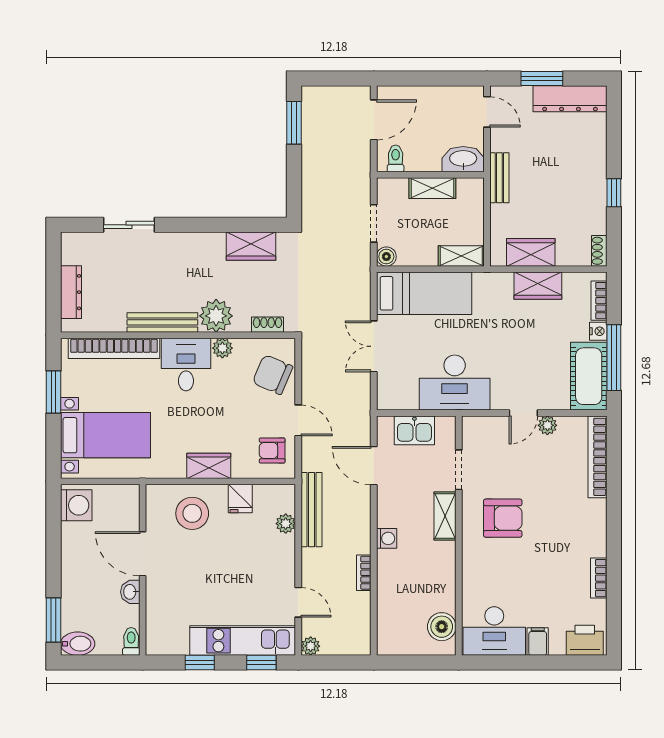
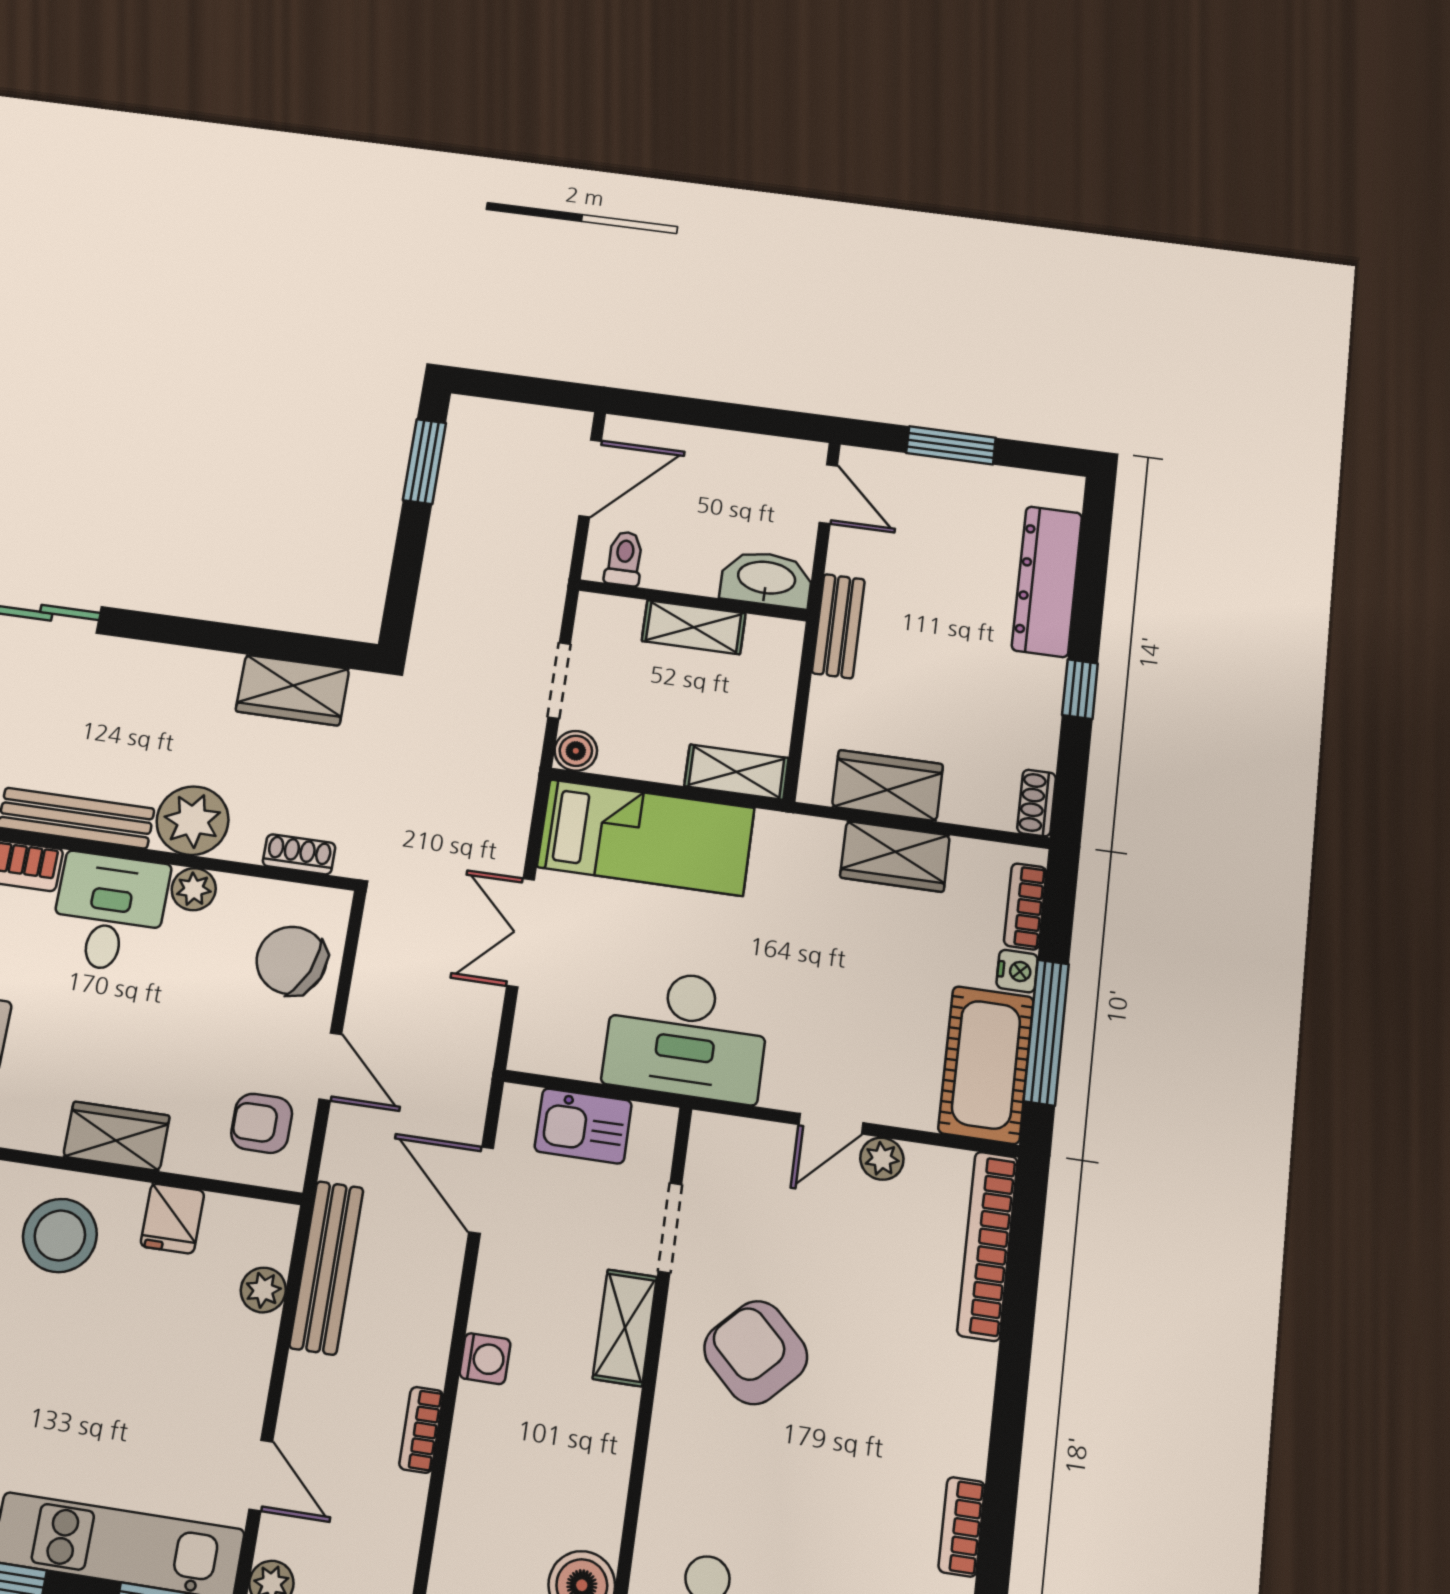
dresser: (570, 99) -> (1047, 581), moved, turned 90
armchair: (503, 518) -> (756, 1353), turned -136

